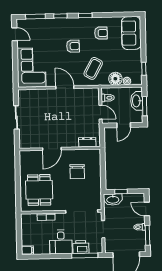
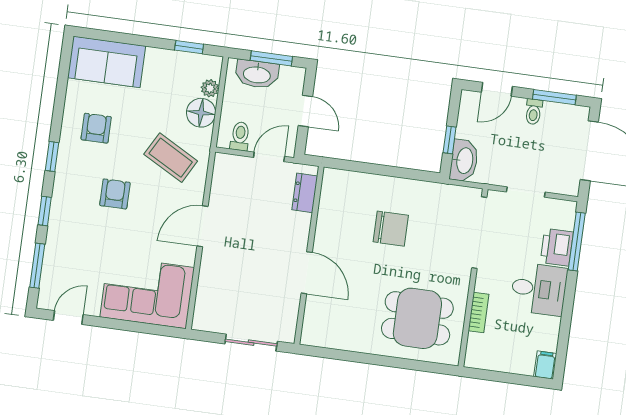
dresser: (87, 142) -> (305, 193), moved
door: (52, 149) -> (307, 273), moved
wall: (60, 149) -> (309, 255), moved

